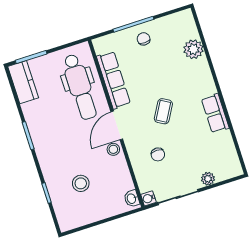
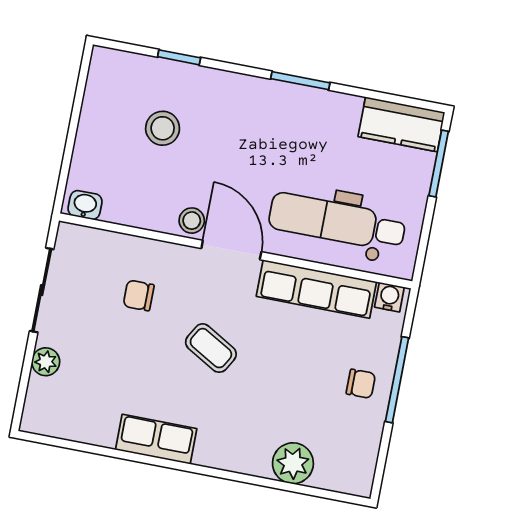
water cooler: (148, 198) -> (389, 297), moved

